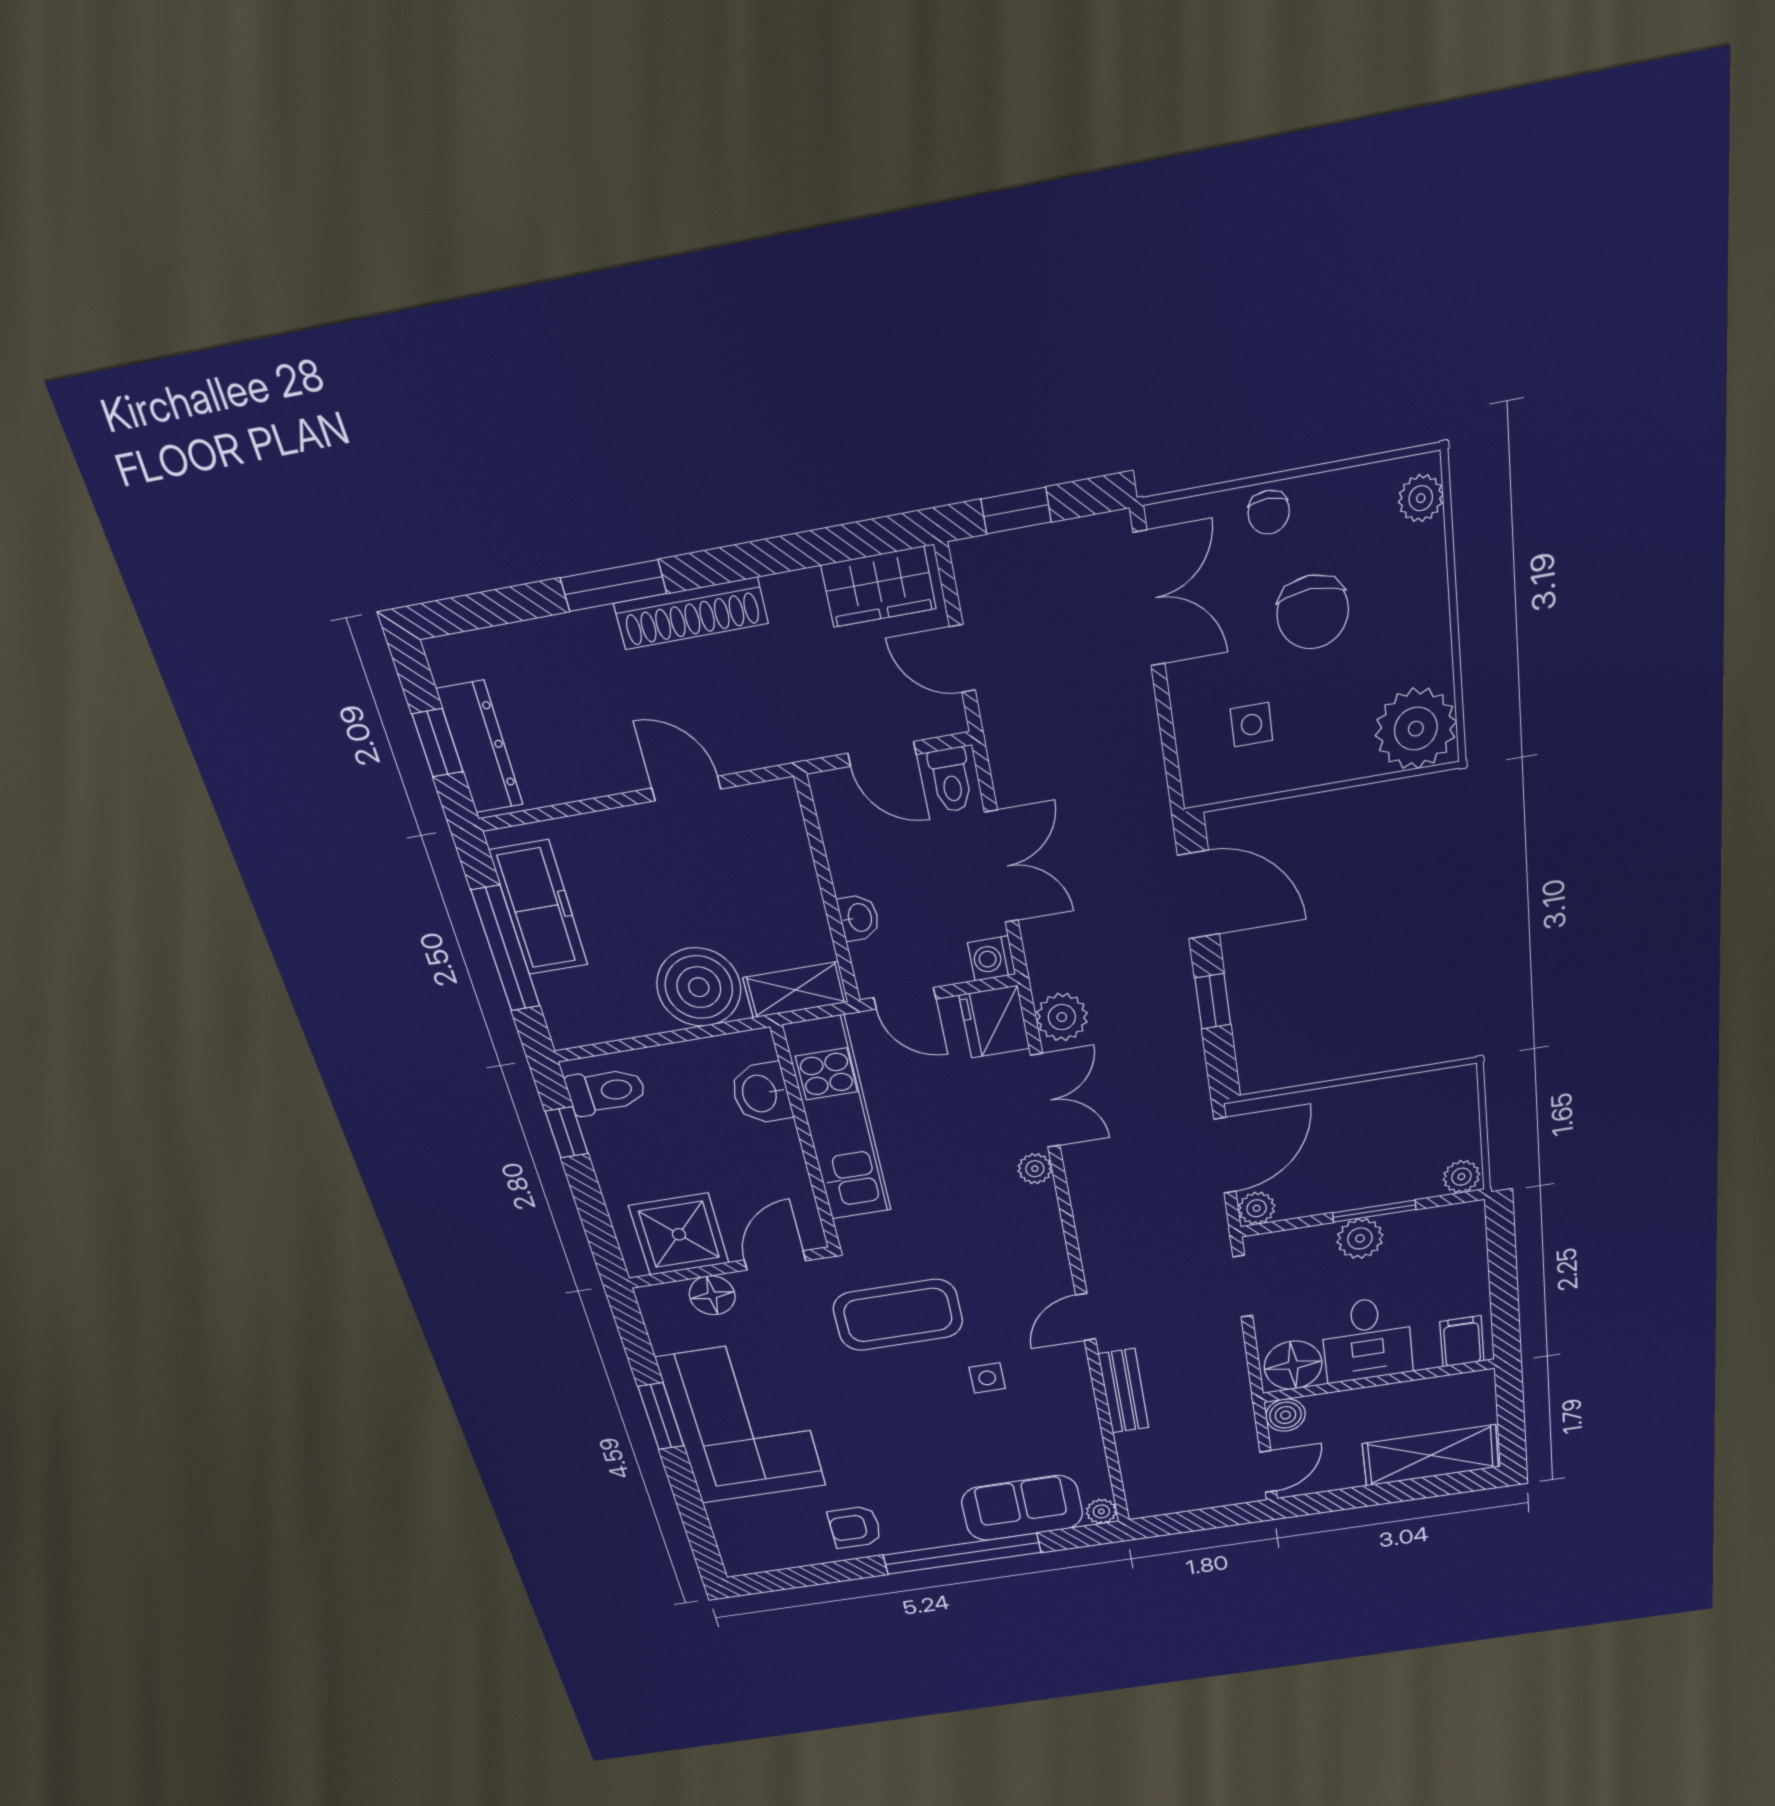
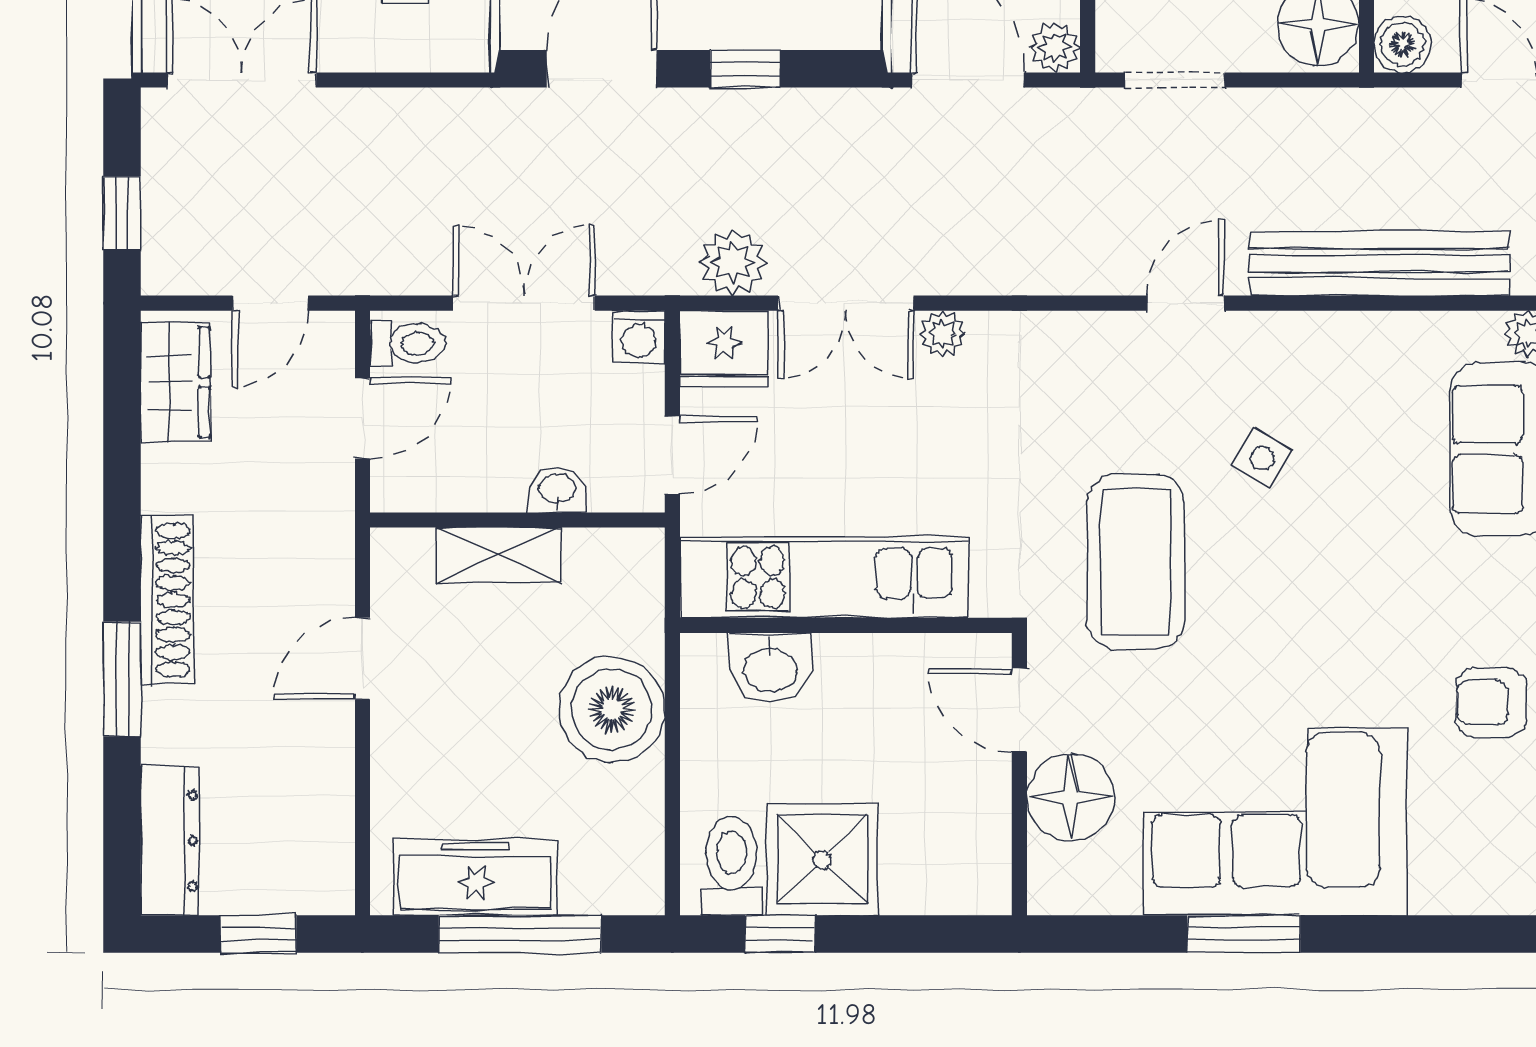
dresser: (480, 747) -> (170, 841), moved, turned 90
shelving: (796, 990) -> (499, 555), moved, turned 90
double door: (1045, 1101) -> (846, 303), swing flipped
shower: (679, 1234) -> (822, 860), moved
floor lamp: (712, 1295) -> (1070, 797), width x1.38, depth x1.38
door: (1086, 1317) -> (1186, 303), swing flipped
side table: (987, 1378) -> (1262, 458), turned 31
bench: (1124, 1391) -> (1379, 263), width x1.86, depth x1.21
armchair: (855, 1527) -> (1491, 702), turned 90

